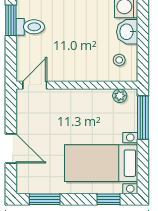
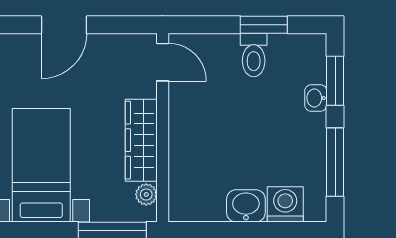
stool: (119, 60) -> (202, 194), removed
wardrobe: (85, 99) -> (141, 140), added

